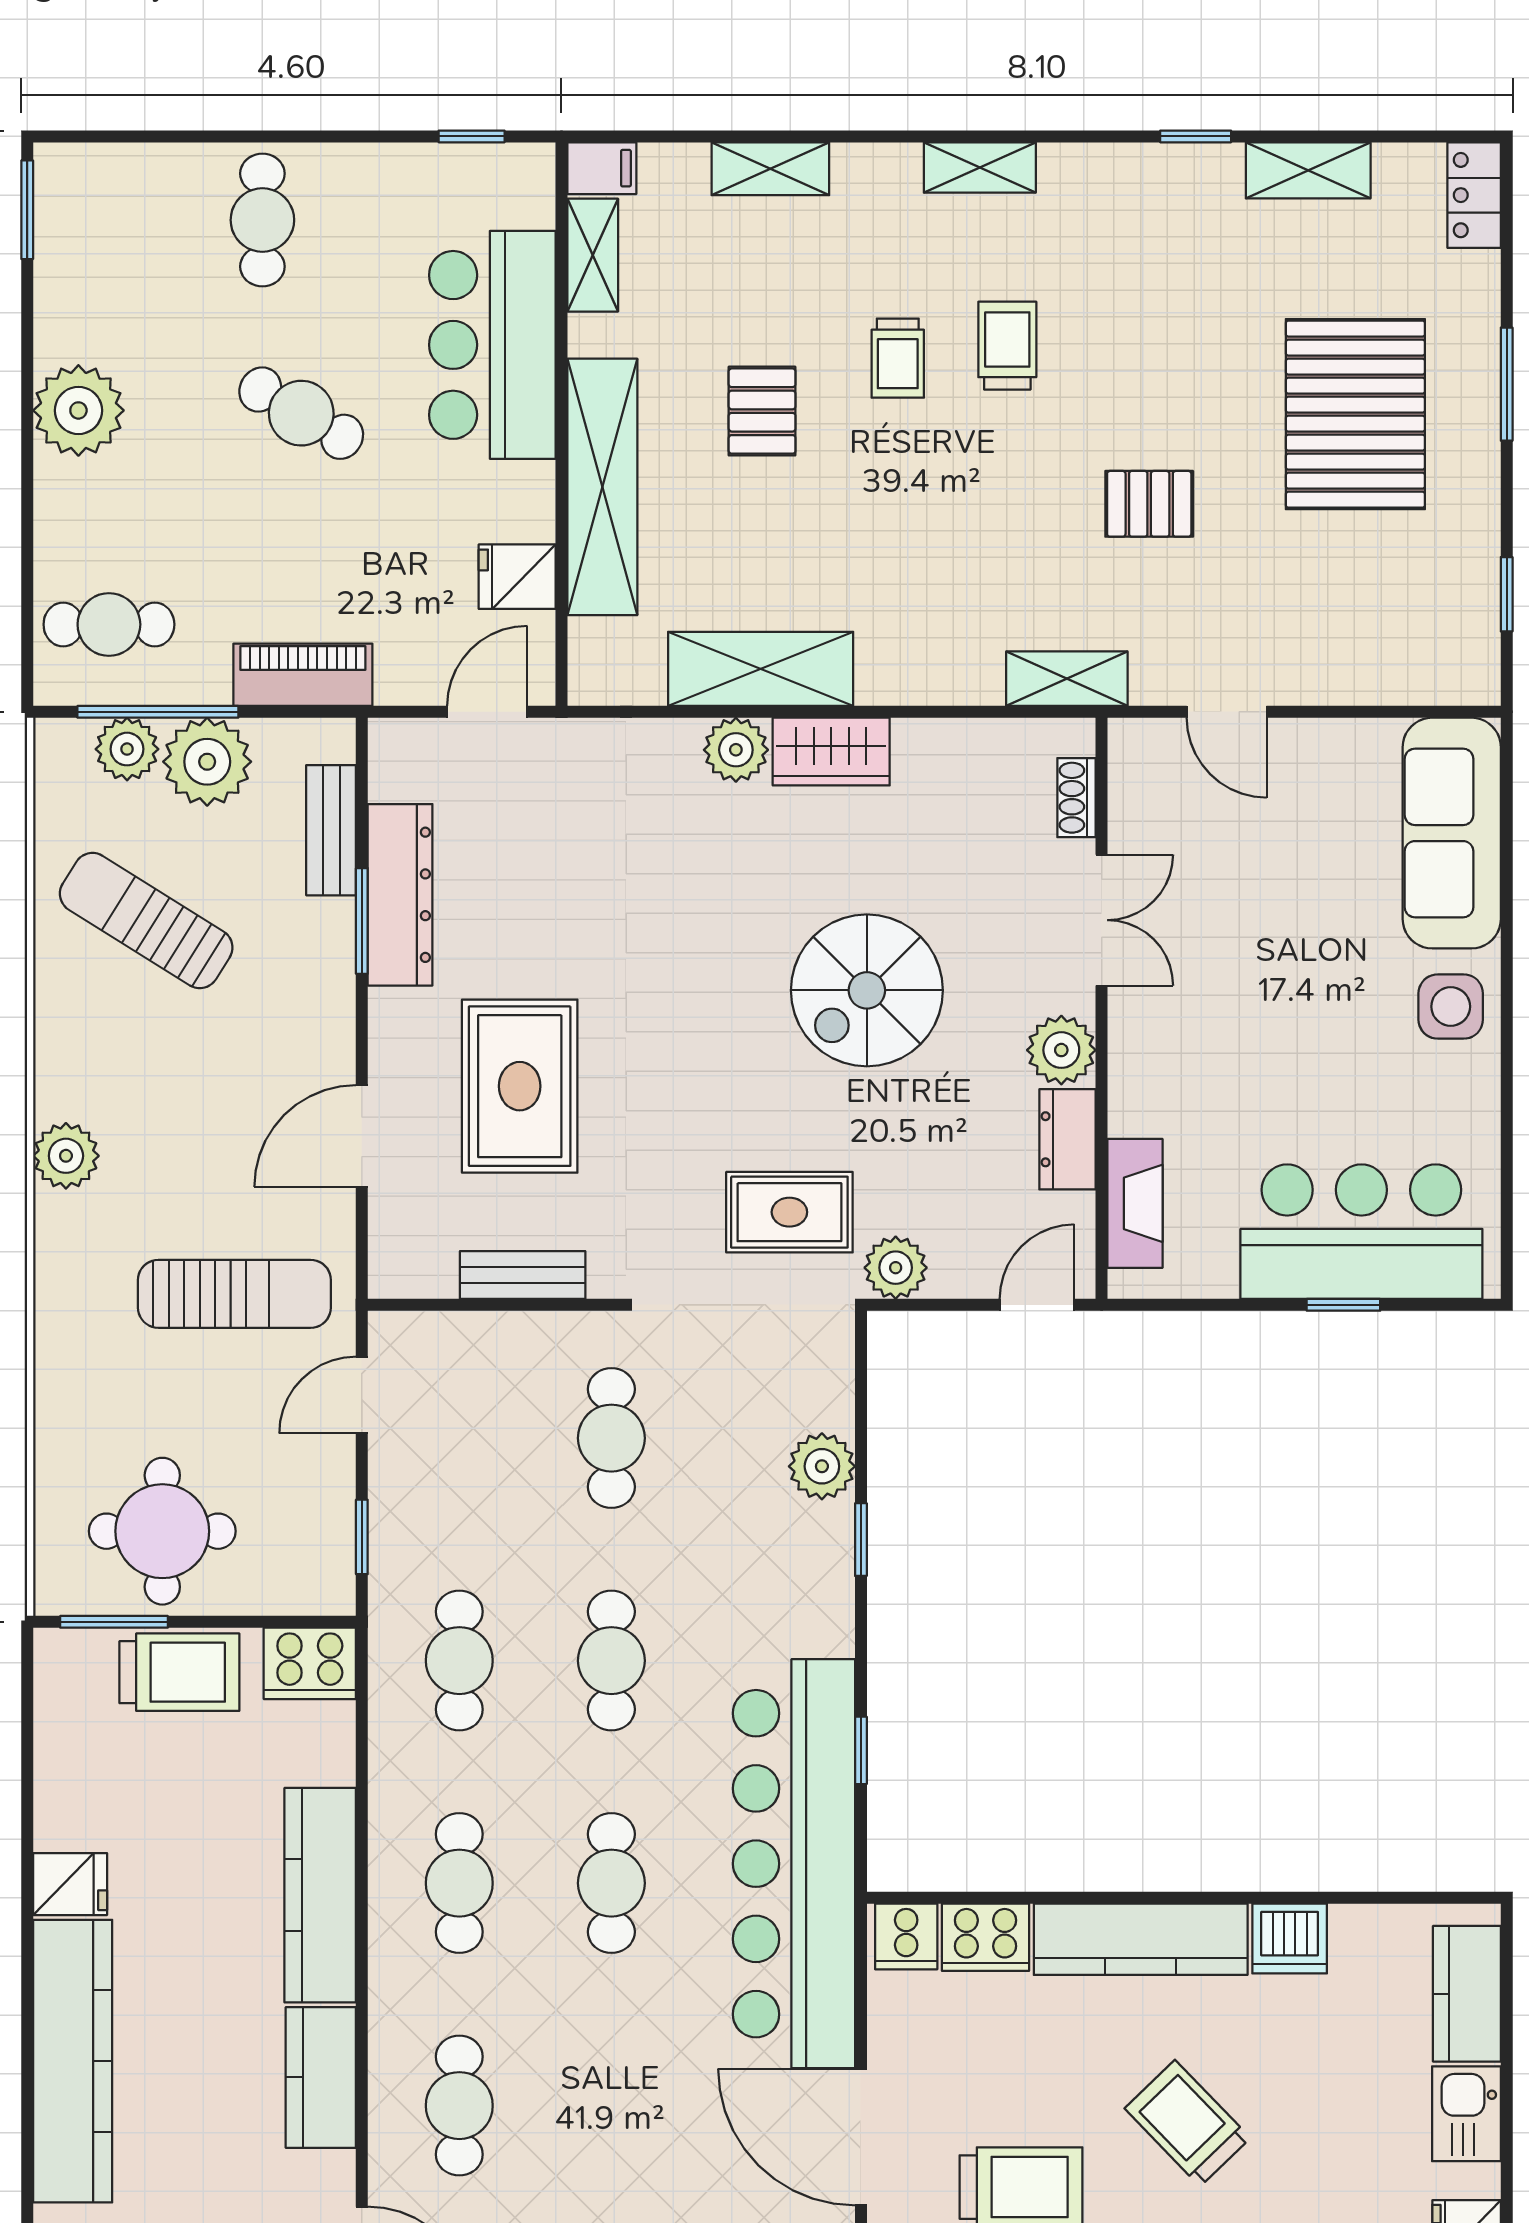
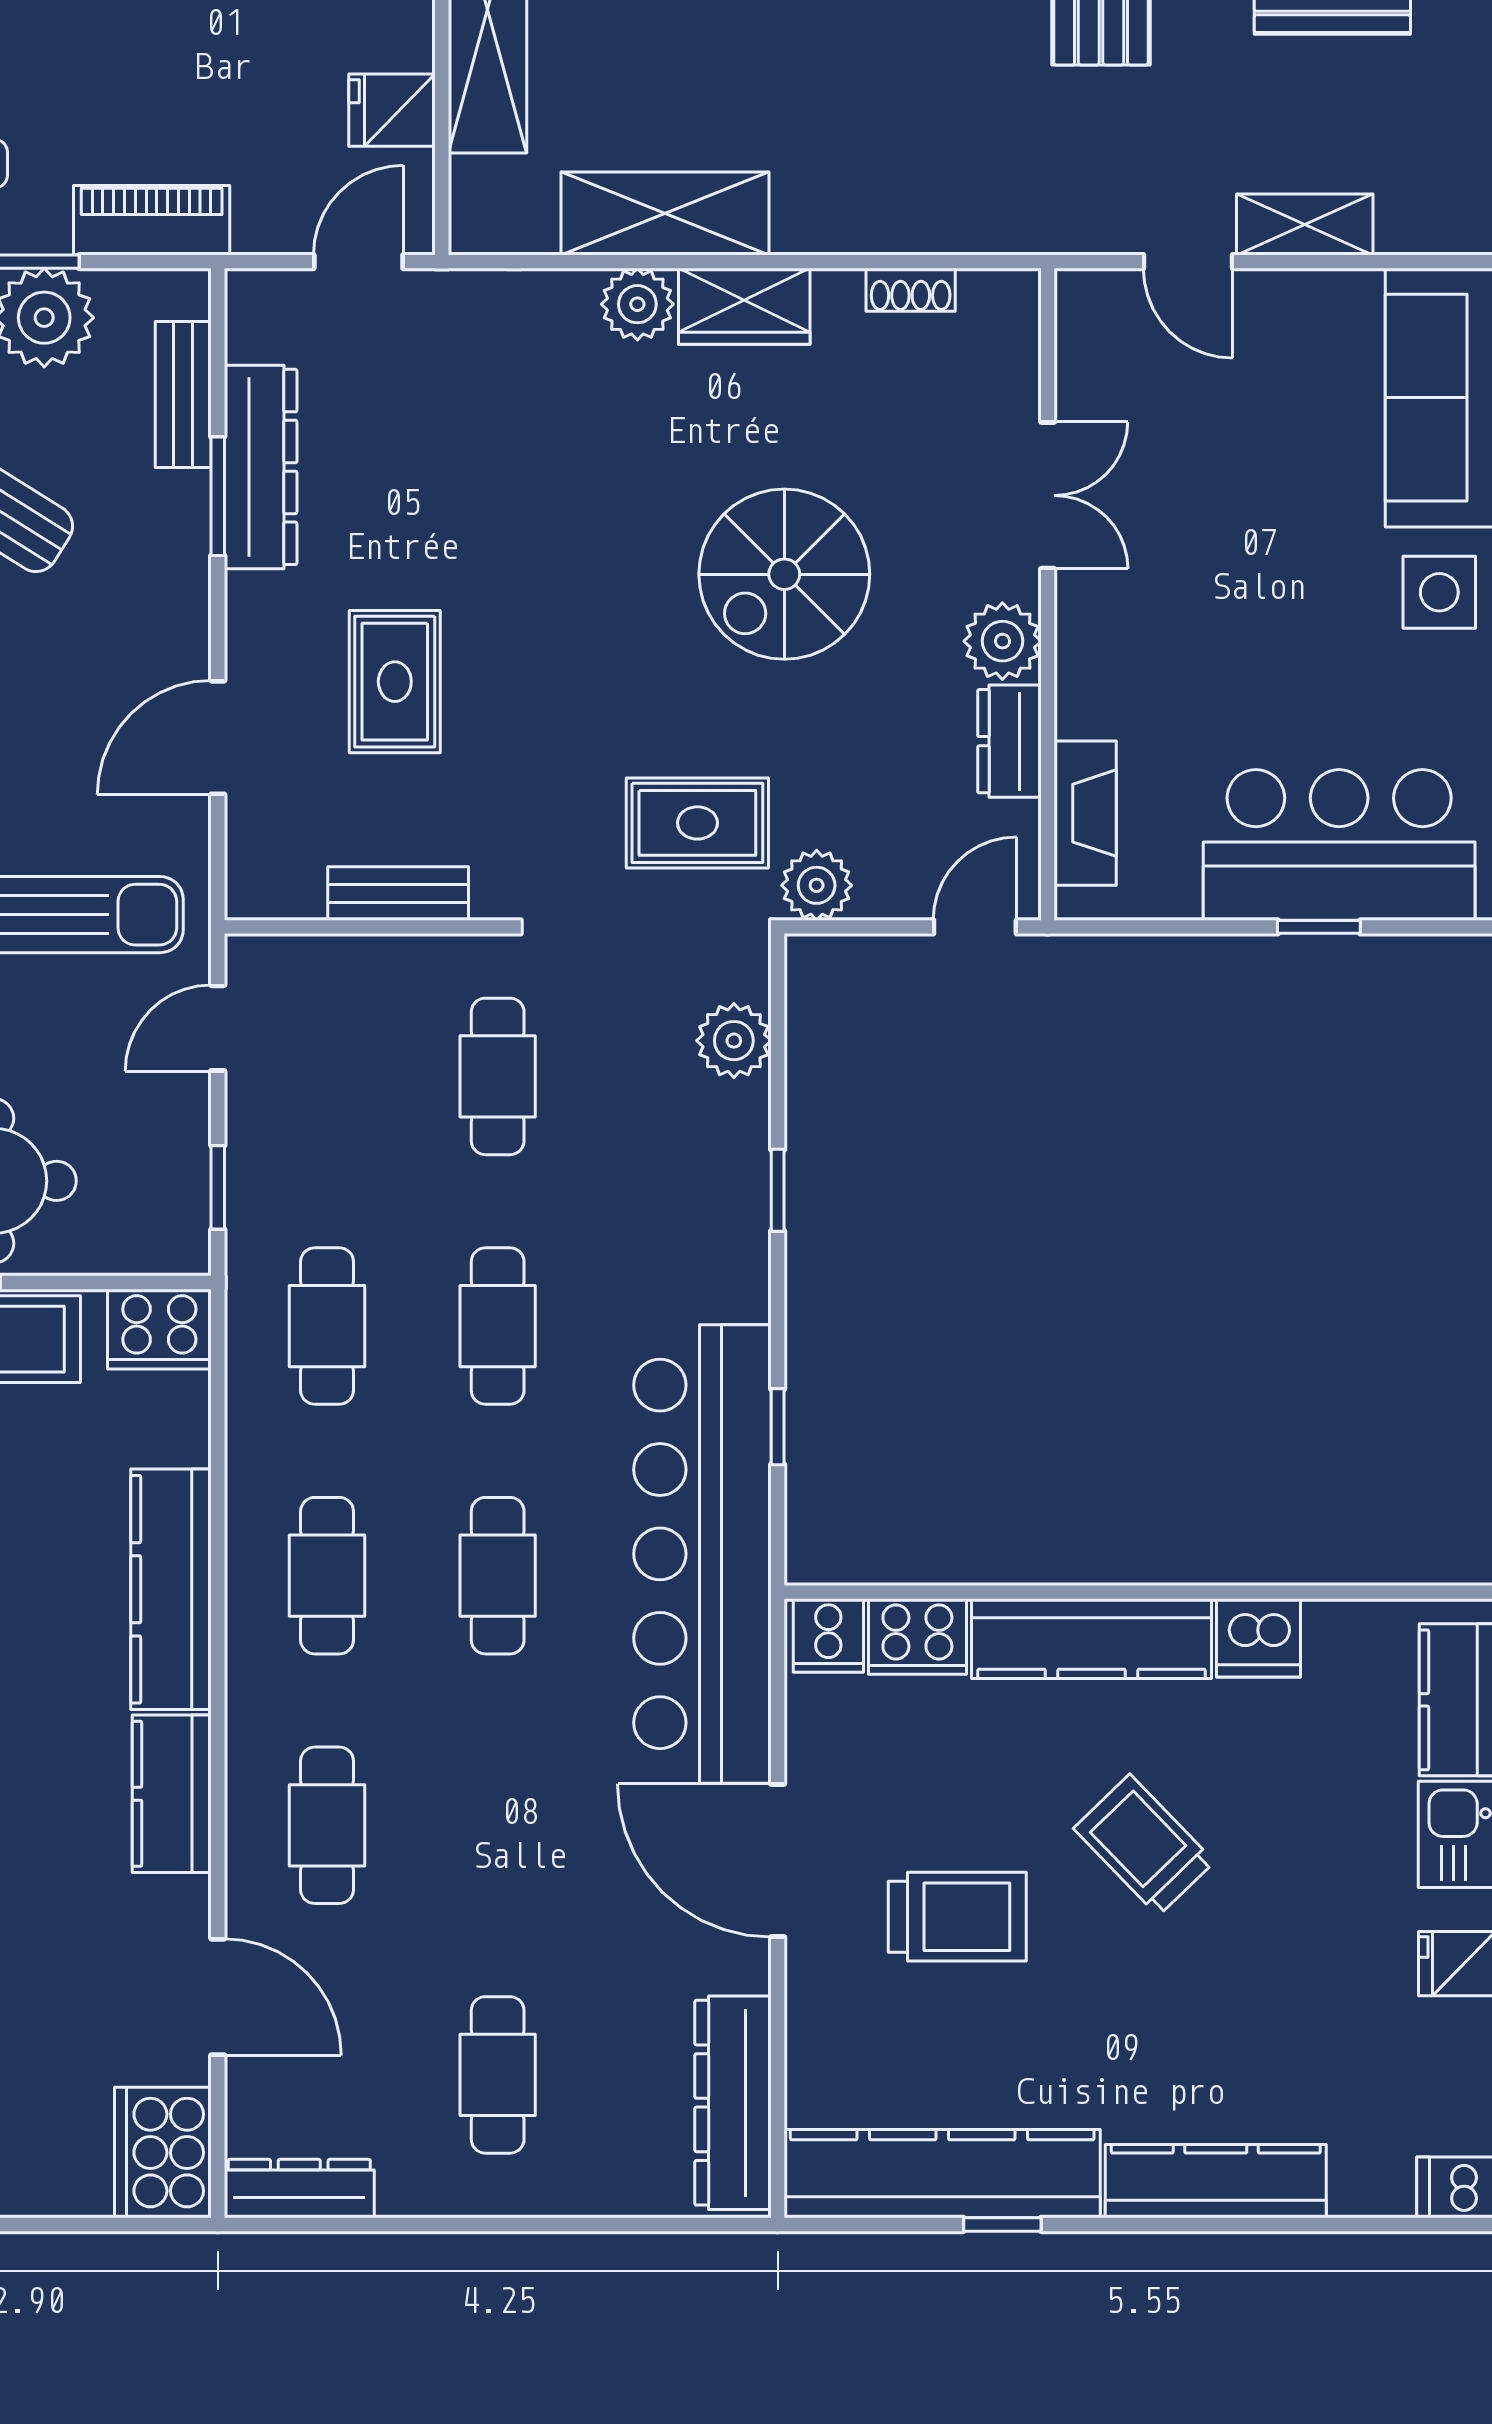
shelving: (1067, 679) -> (1305, 224), moved
shoe rack: (1077, 798) -> (911, 290), moved, turned -90
rug: (520, 1086) -> (395, 682), width x0.73, depth x0.70
plant: (822, 1466) -> (734, 1041), moved

